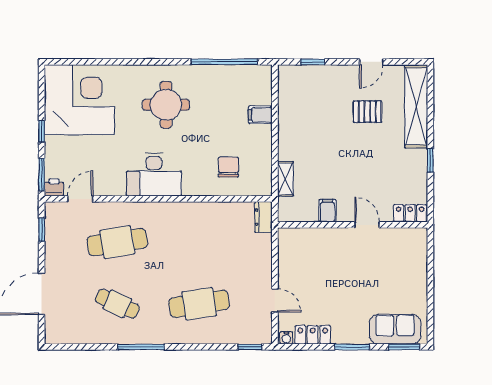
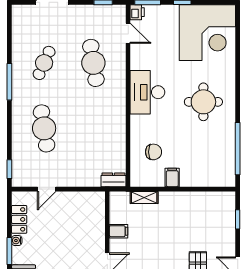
filing cabinet: (260, 115) -> (172, 177), moved
water cooler: (286, 338) -> (17, 241), moved

